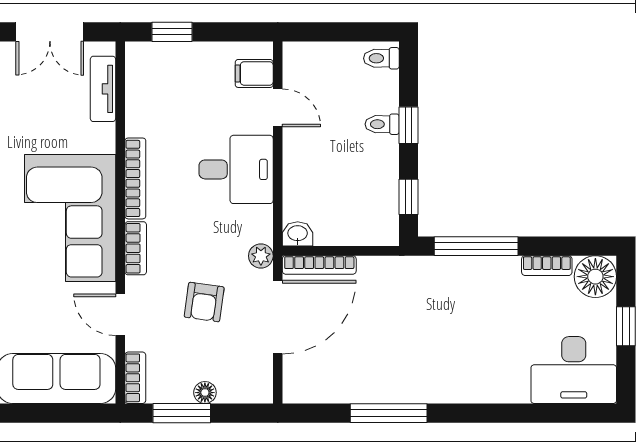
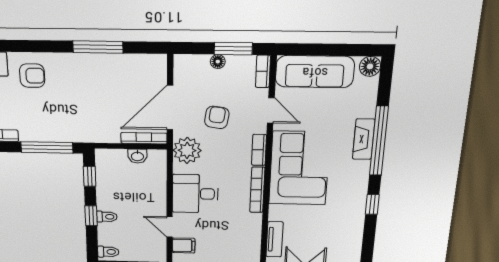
washbasin: (298, 234) -> (137, 156), moved
plant: (261, 256) -> (187, 150), width x1.87, depth x1.87
armchair: (493, 366) -> (32, 76), added

